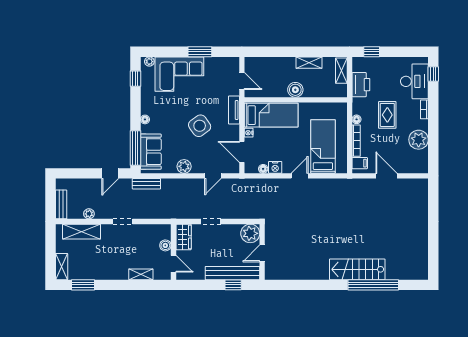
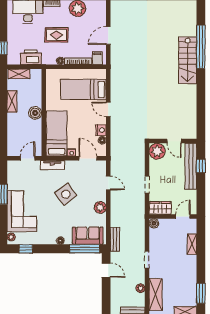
door: (242, 152) -> (88, 158), swing flipped
boiler: (165, 245) -> (154, 223), moved

